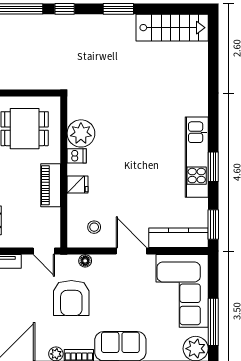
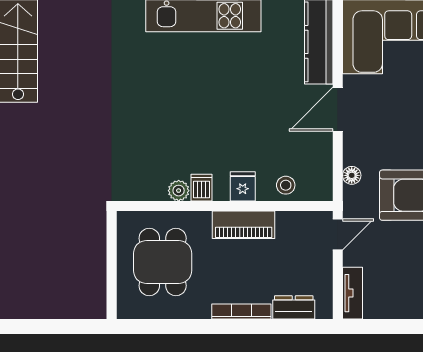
plant: (81, 133) -> (179, 191), width x0.53, depth x0.53
stool: (94, 227) -> (286, 185), moved

